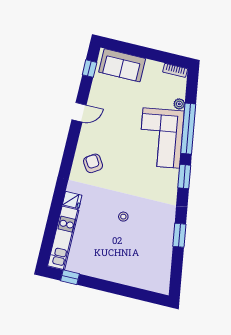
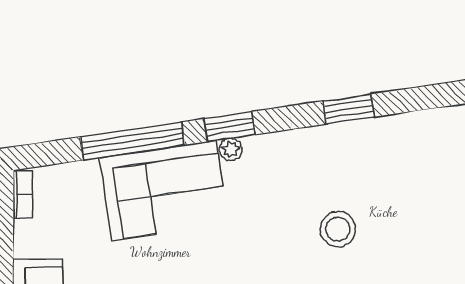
plant: (179, 104) -> (231, 149), moved
stool: (123, 217) -> (338, 229), width x1.89, depth x1.89

